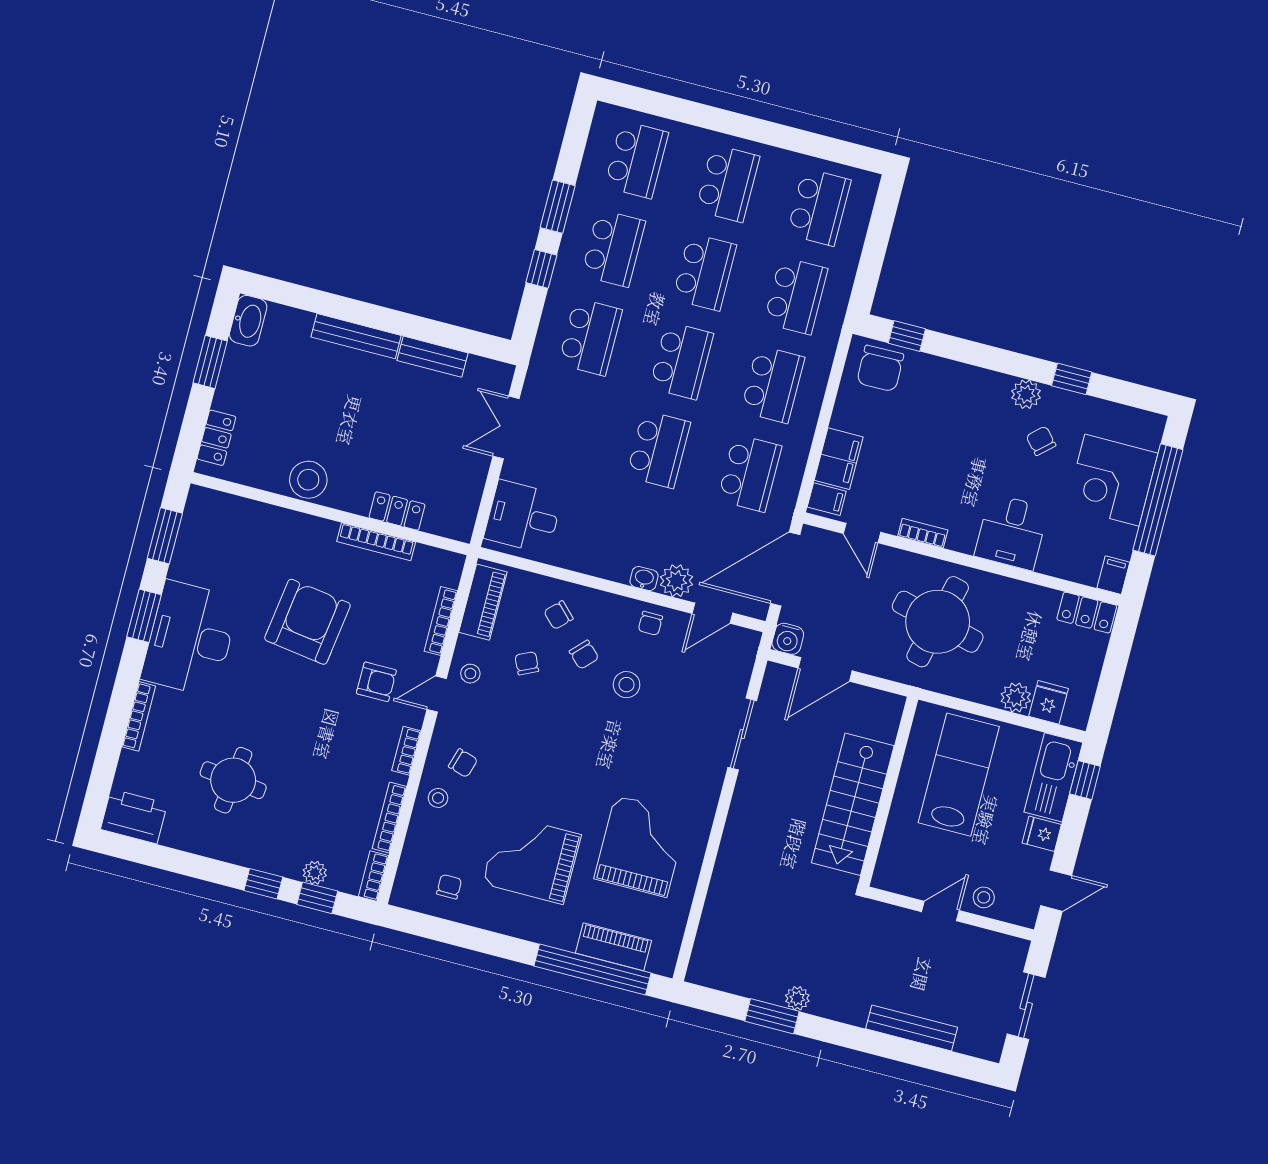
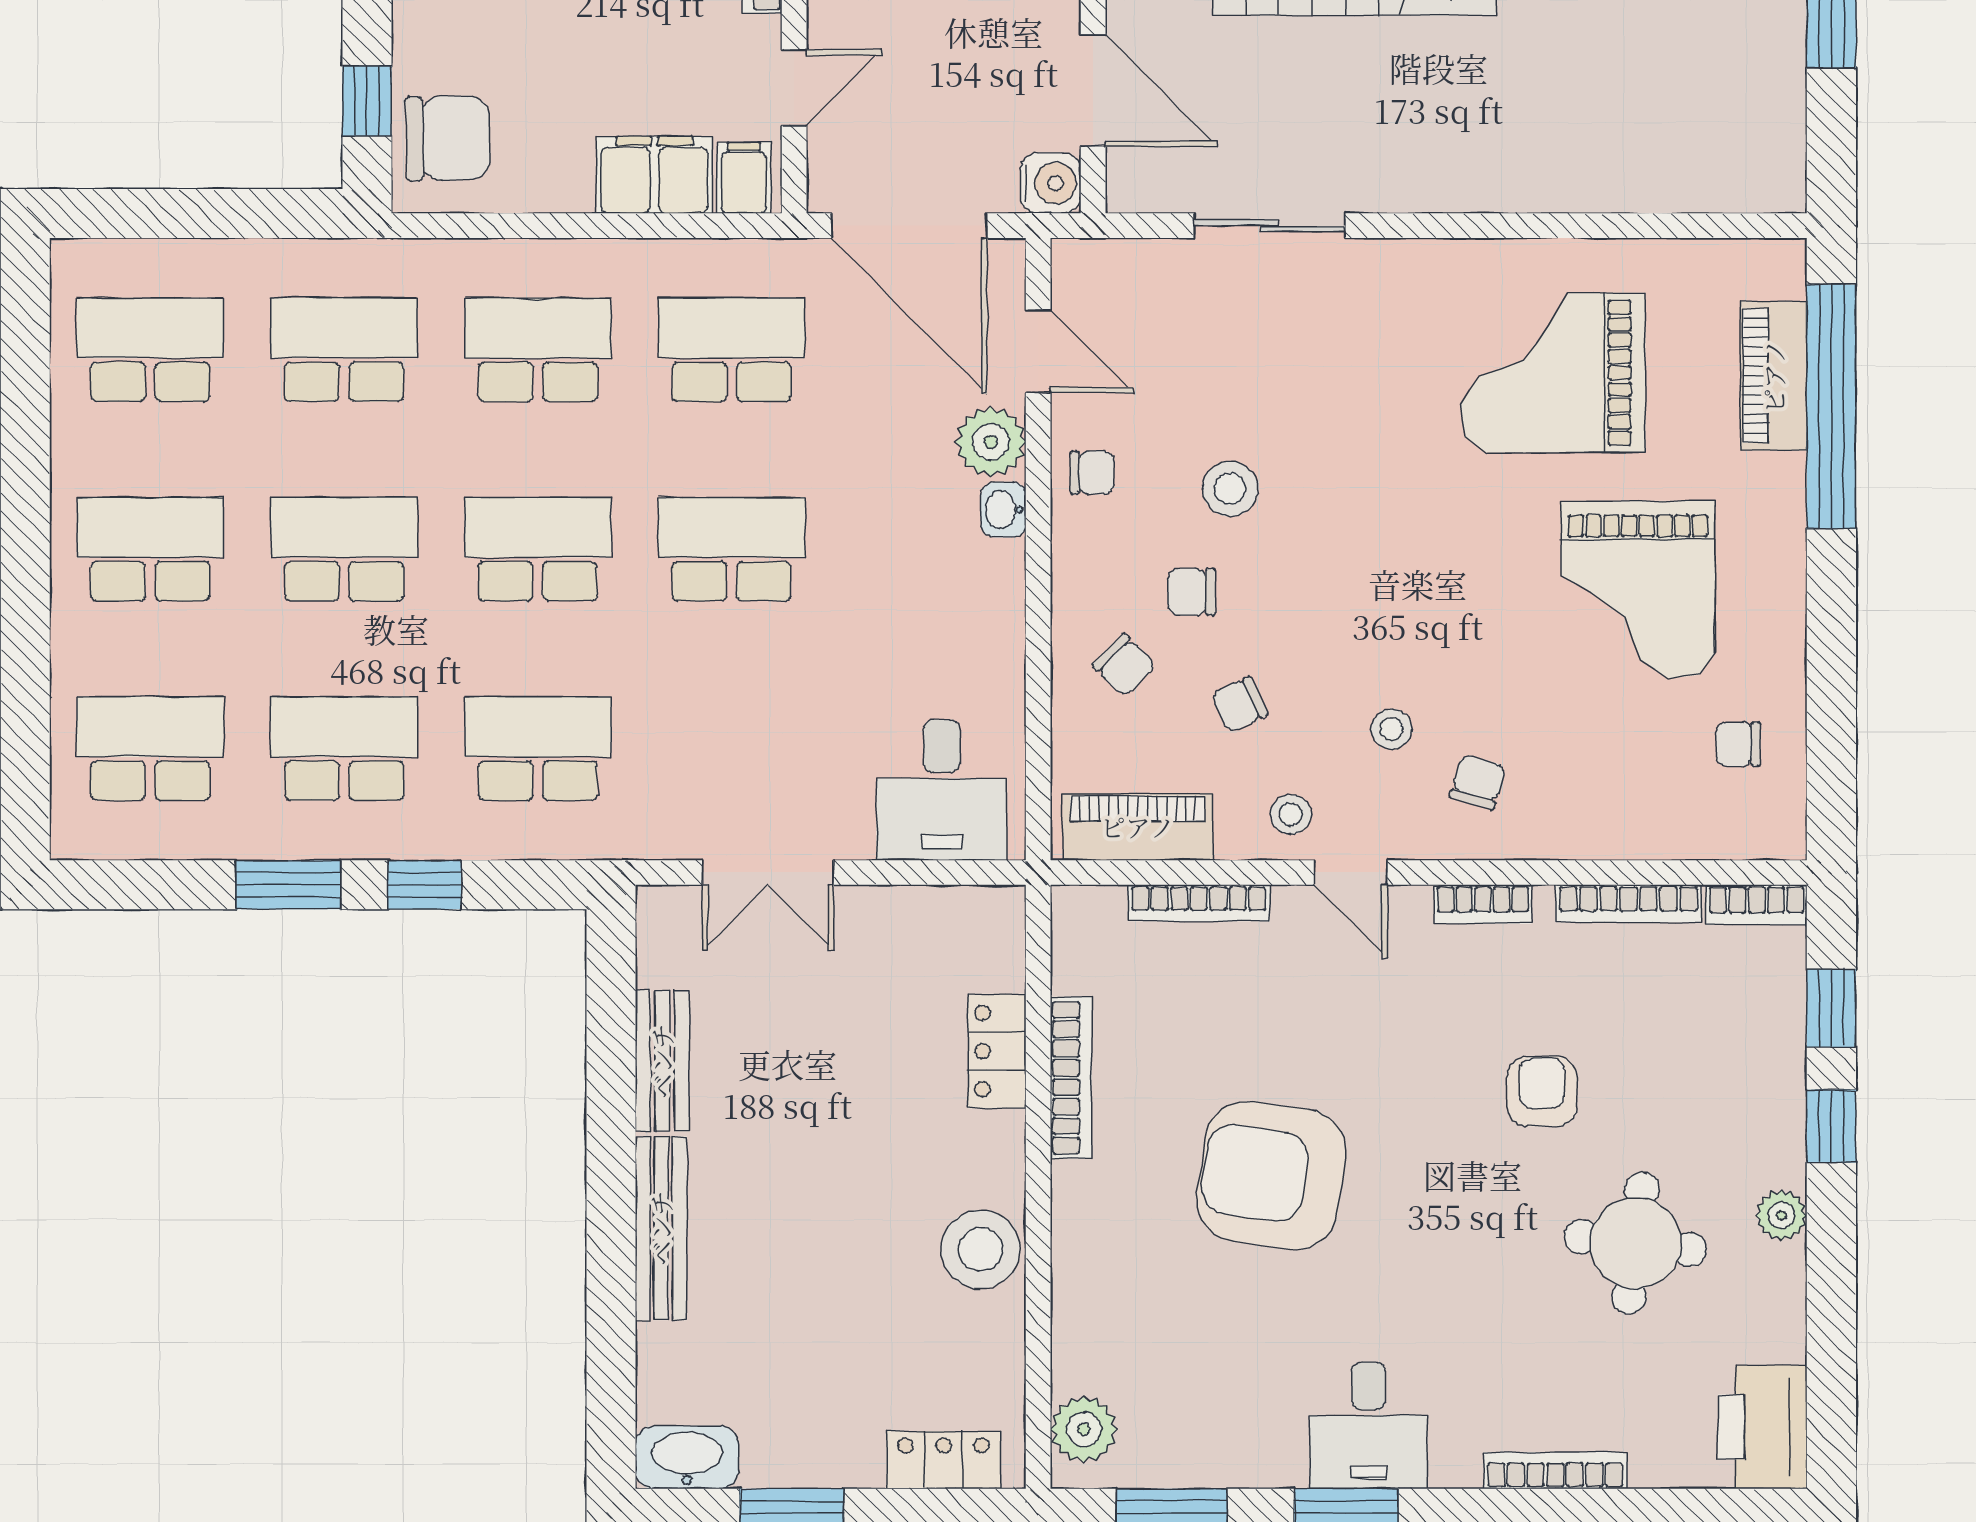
plant: (214, 506) -> (1084, 1429), added
desk: (190, 639) -> (1369, 1425), width x0.53, depth x0.77
chair: (584, 655) -> (1191, 592), turned -134
armchair: (376, 682) -> (1542, 1091), moved
stool: (438, 798) -> (1391, 729), moved
plant: (315, 873) -> (1781, 1215), moved

